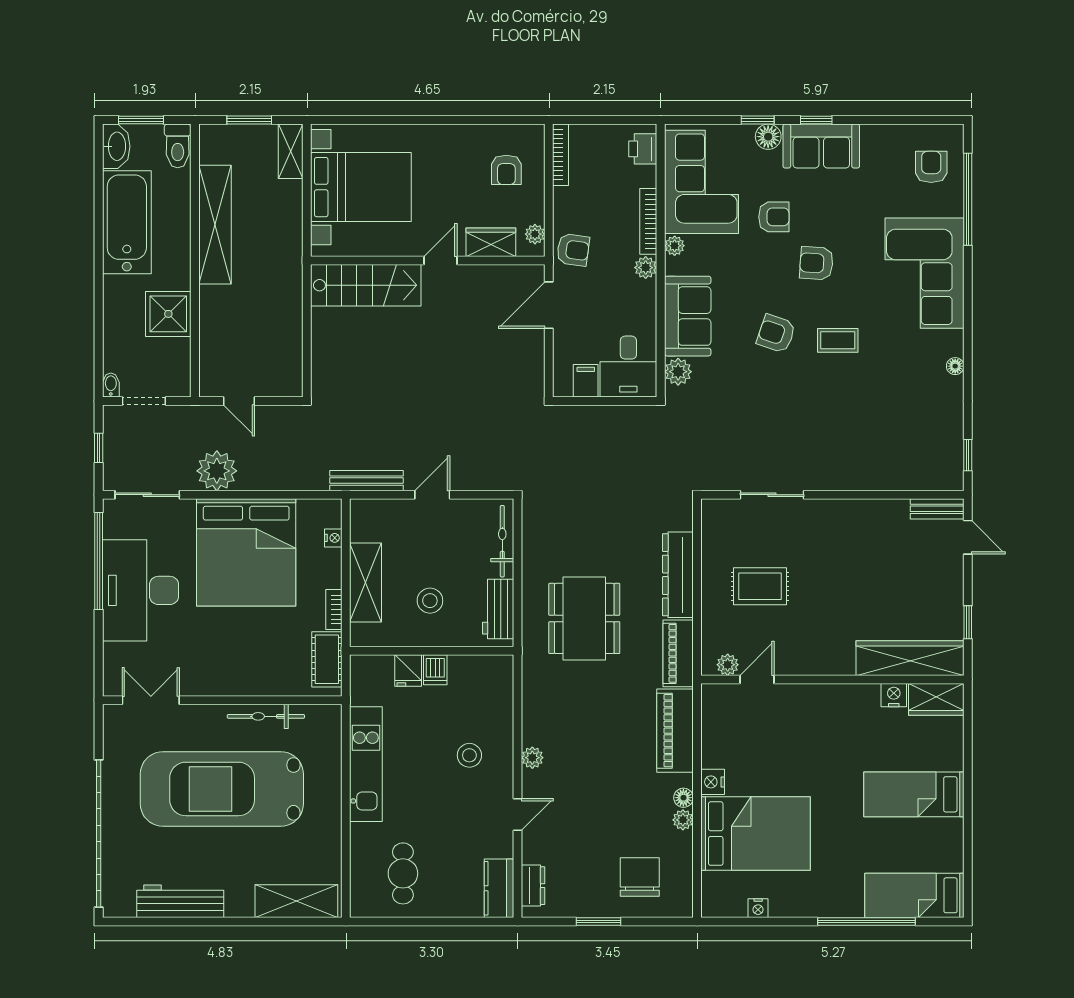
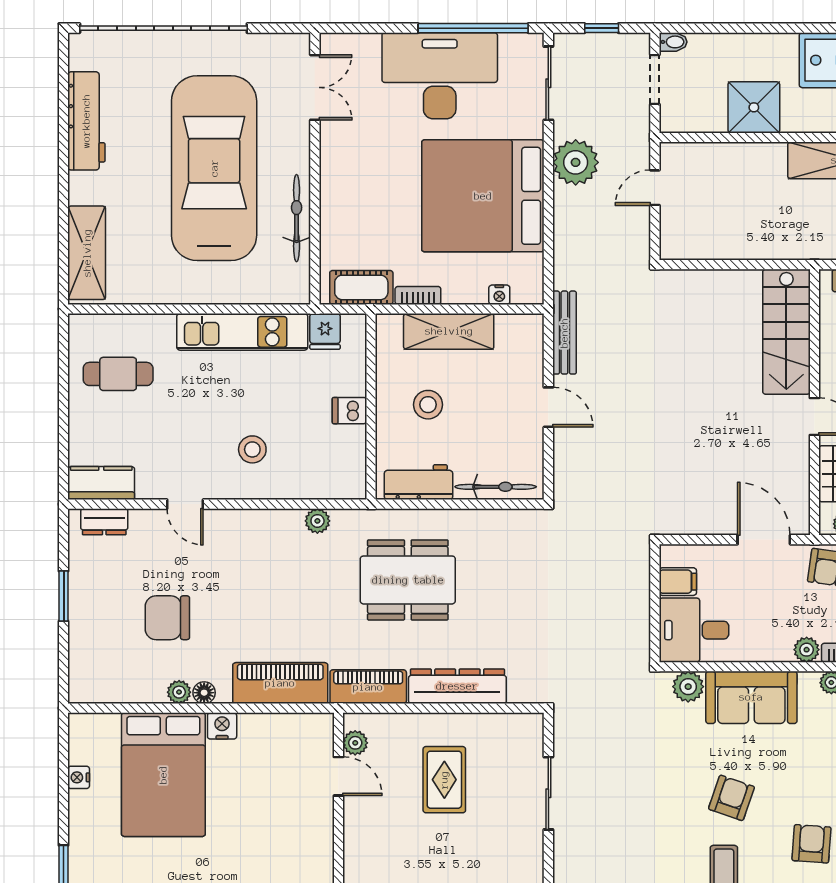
fridge: (408, 671) -> (325, 331), moved, turned -90
plant: (532, 758) -> (317, 521), moved
chair: (640, 877) -> (167, 618), moved, turned 180

